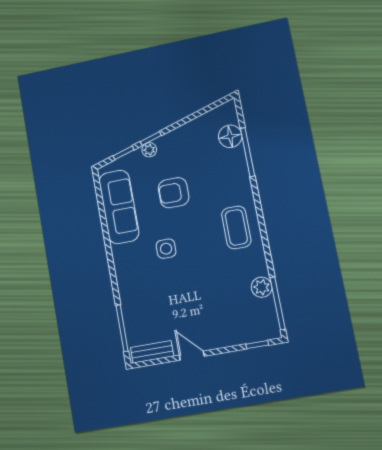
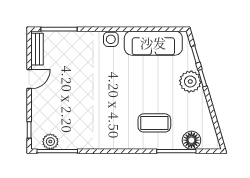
plant: (149, 150) -> (190, 82), width x1.88, depth x1.88
armchair: (174, 193) -> (156, 88), removed
coffee table: (236, 227) -> (154, 123), moved
side table: (166, 249) -> (111, 39), moved
plant: (262, 287) -> (50, 142), moved

